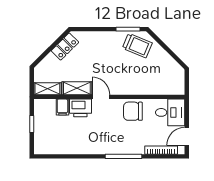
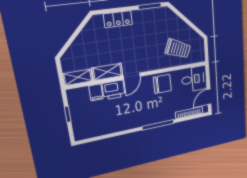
trolley: (137, 46) -> (178, 49), moved
locker: (65, 47) -> (118, 19), moved, turned 45
door: (101, 97) -> (132, 76), swing flipped
chair: (133, 111) -> (162, 84), turned 180

